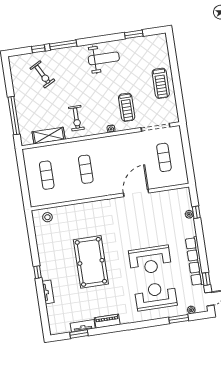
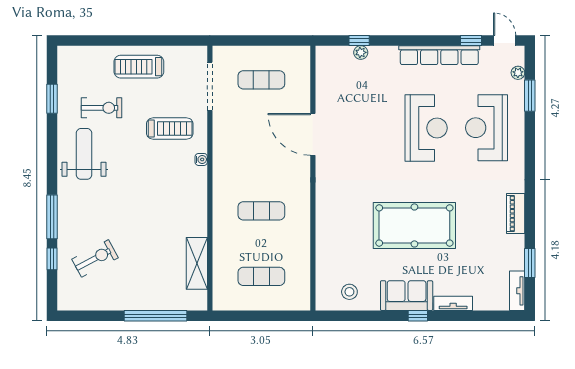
treadmill: (161, 83) -> (139, 67), turned 180
exercise bike: (76, 118) -> (101, 108), moved
stool: (47, 217) -> (349, 292), moved
sofa: (48, 264) -> (407, 296), added
tv unit: (83, 326) -> (517, 291), moved

